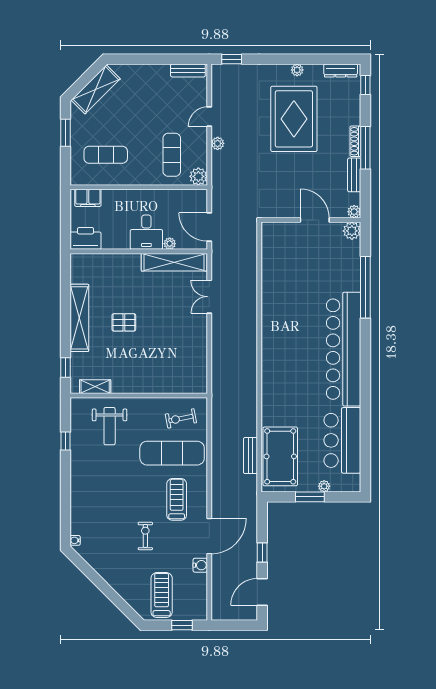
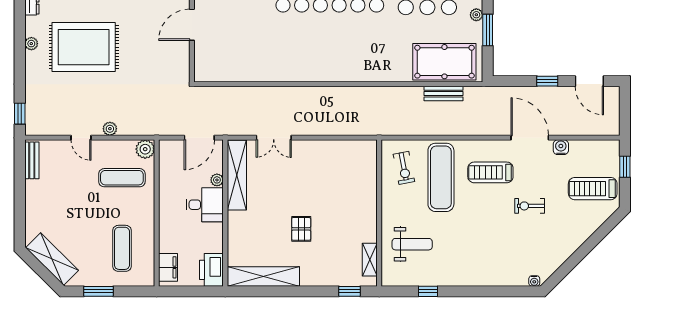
shelving: (79, 318) -> (263, 276), moved

